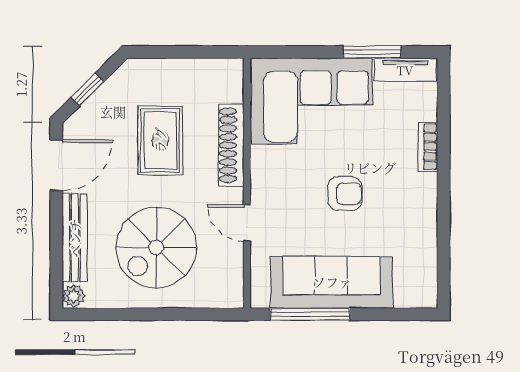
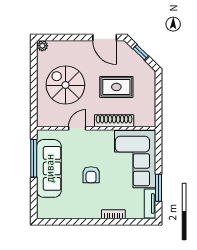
bench: (75, 238) -> (70, 46), removed

